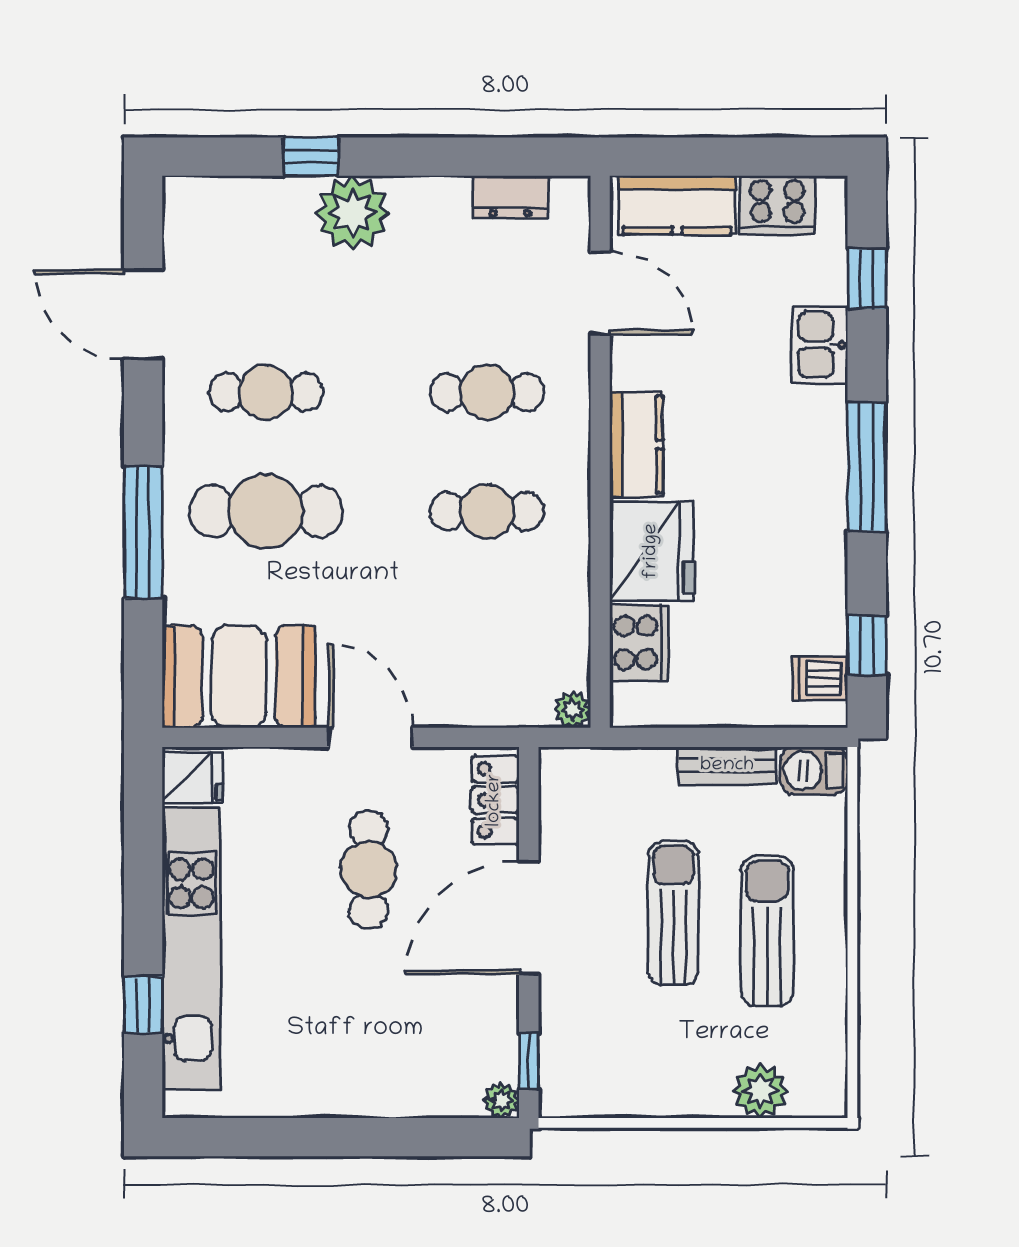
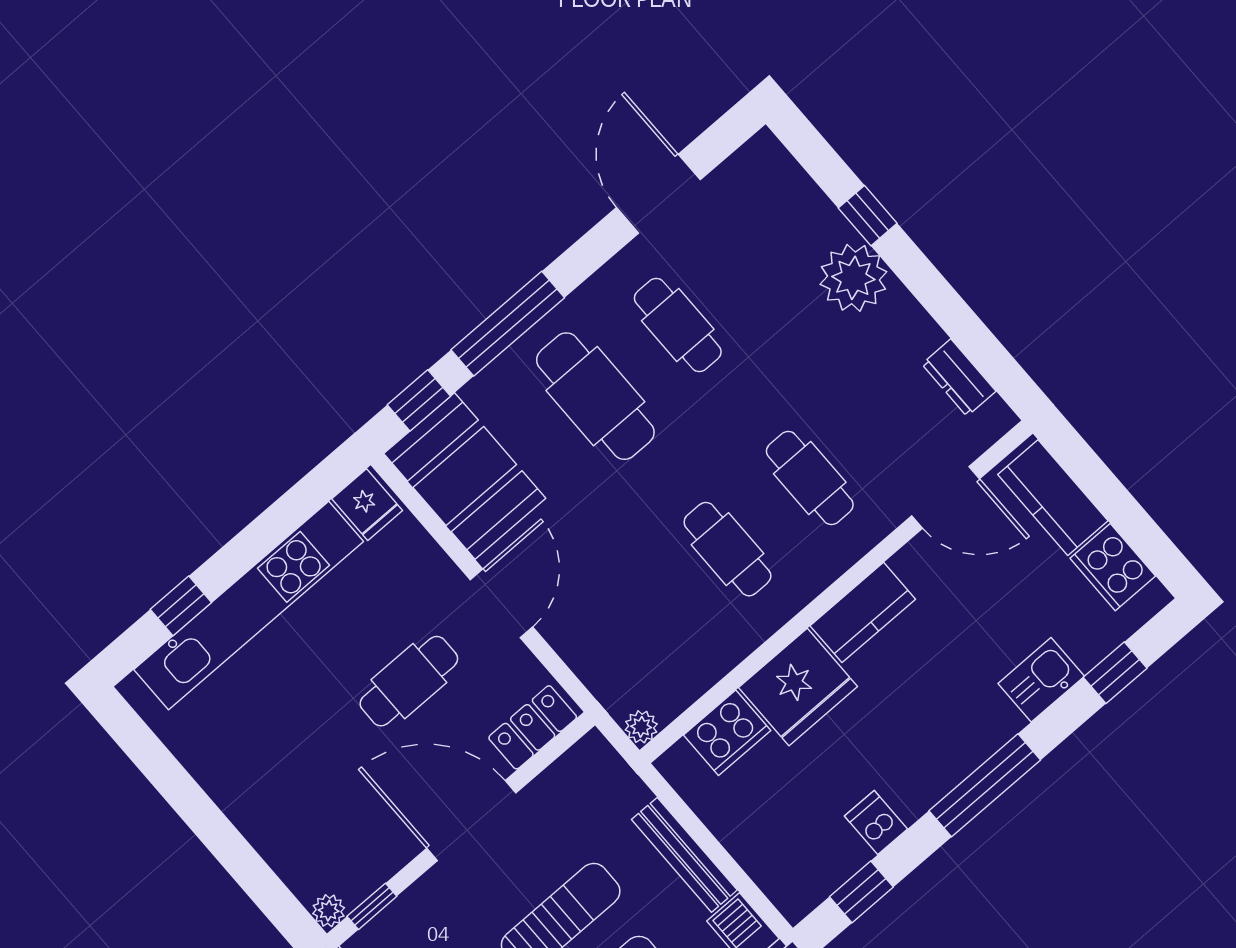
door: (600, 293) -> (946, 497), hinge flipped
window: (143, 661) -> (419, 400), added
dishwasher: (820, 678) -> (876, 823), moved
bench: (727, 766) -> (684, 855), width x1.36

